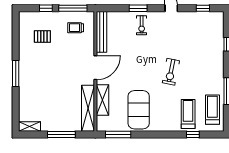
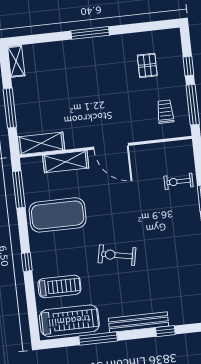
exercise bike: (142, 25) -> (179, 181), moved
bench: (101, 32) -> (138, 322), moved
shelving: (88, 108) -> (41, 143), width x0.68
treadmill: (212, 110) -> (69, 321), width x1.37, depth x1.38
window: (193, 135) -> (27, 262), moved

